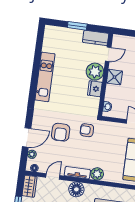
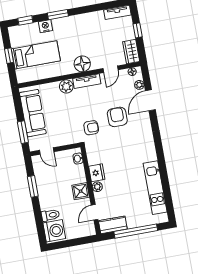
window: (77, 26) -> (136, 231), width x2.11
plant: (95, 72) -> (97, 187), width x0.53, depth x0.53
kitchen unit: (45, 77) -> (155, 188), moved

